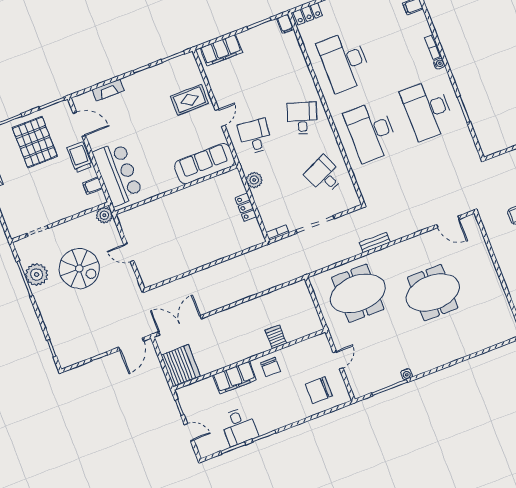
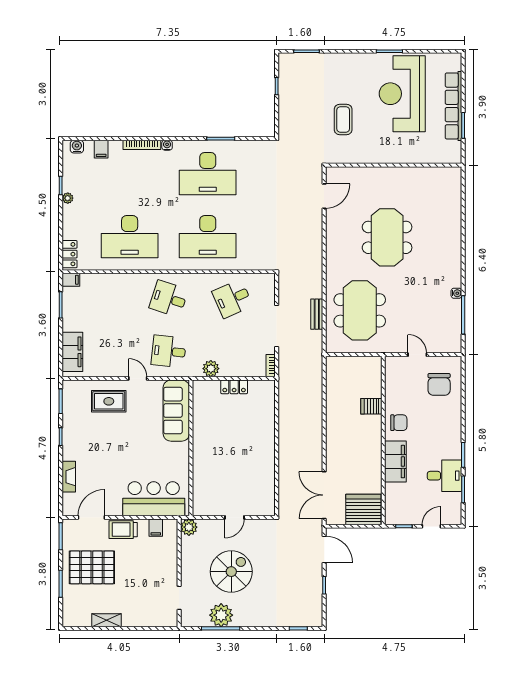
bookcase: (433, 47) -> (142, 145), width x1.56
rug: (189, 100) -> (109, 401), turned 90
bench: (375, 243) -> (317, 314), moved

